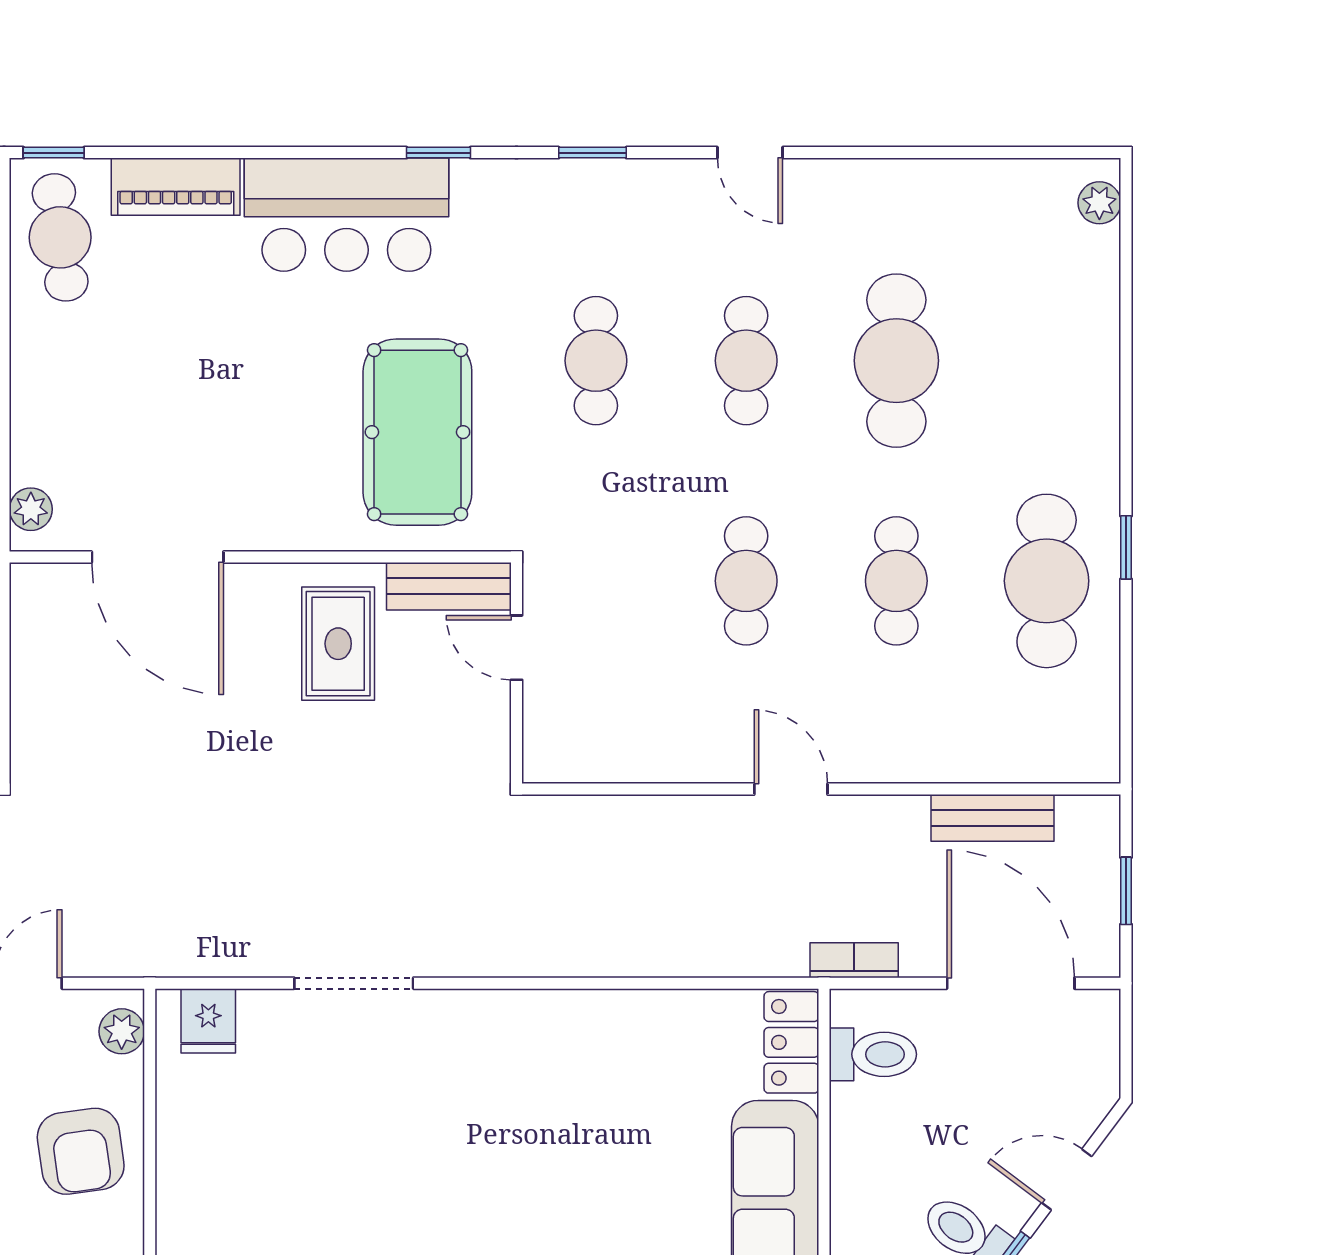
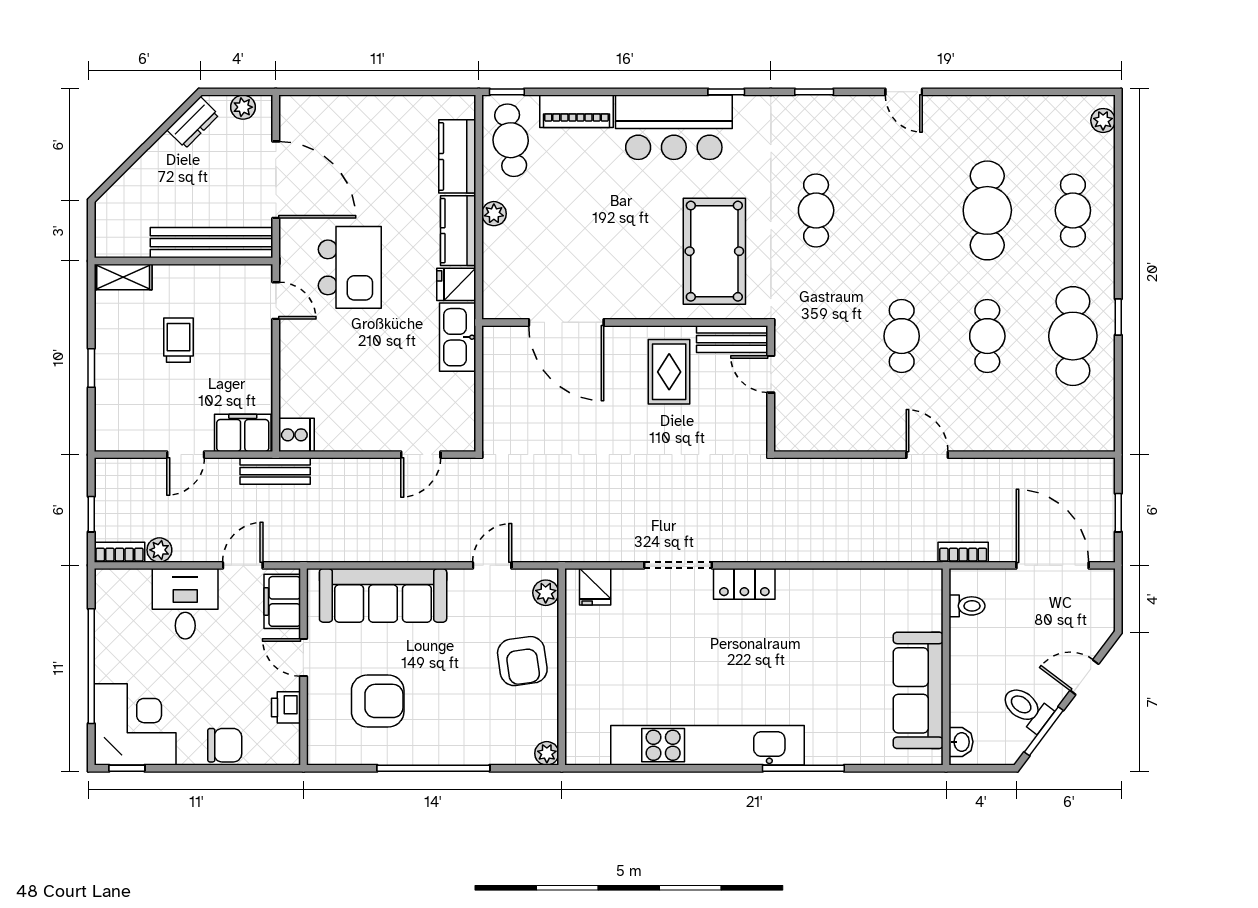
cafe table: (746, 361) -> (1073, 210), moved
plant: (31, 509) -> (494, 214), moved
bench: (993, 818) -> (1042, 471), removed
locker: (791, 1042) -> (744, 584), moved, turned -90
toilet: (873, 1054) -> (967, 606), width x0.73, depth x0.72

